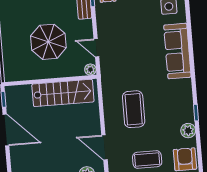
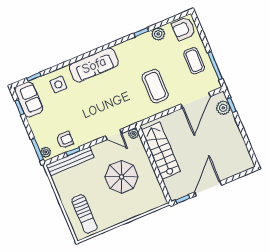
door: (96, 48) -> (113, 135), hinge flipped
coffee table: (134, 109) -> (155, 86), turned 90
door: (104, 147) -> (196, 100), width x1.36

